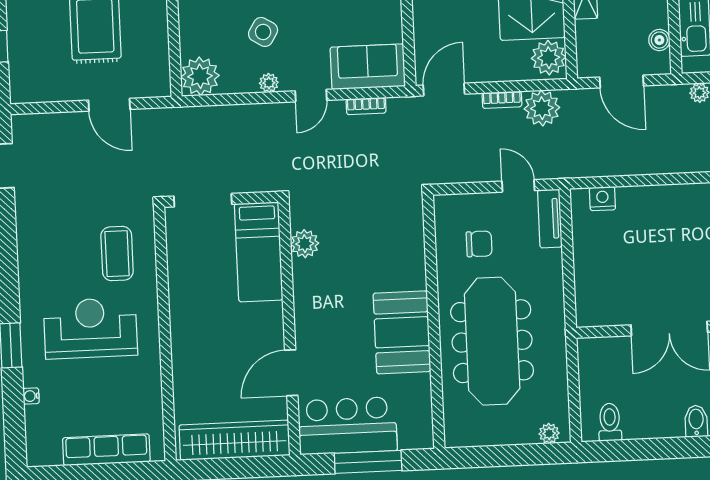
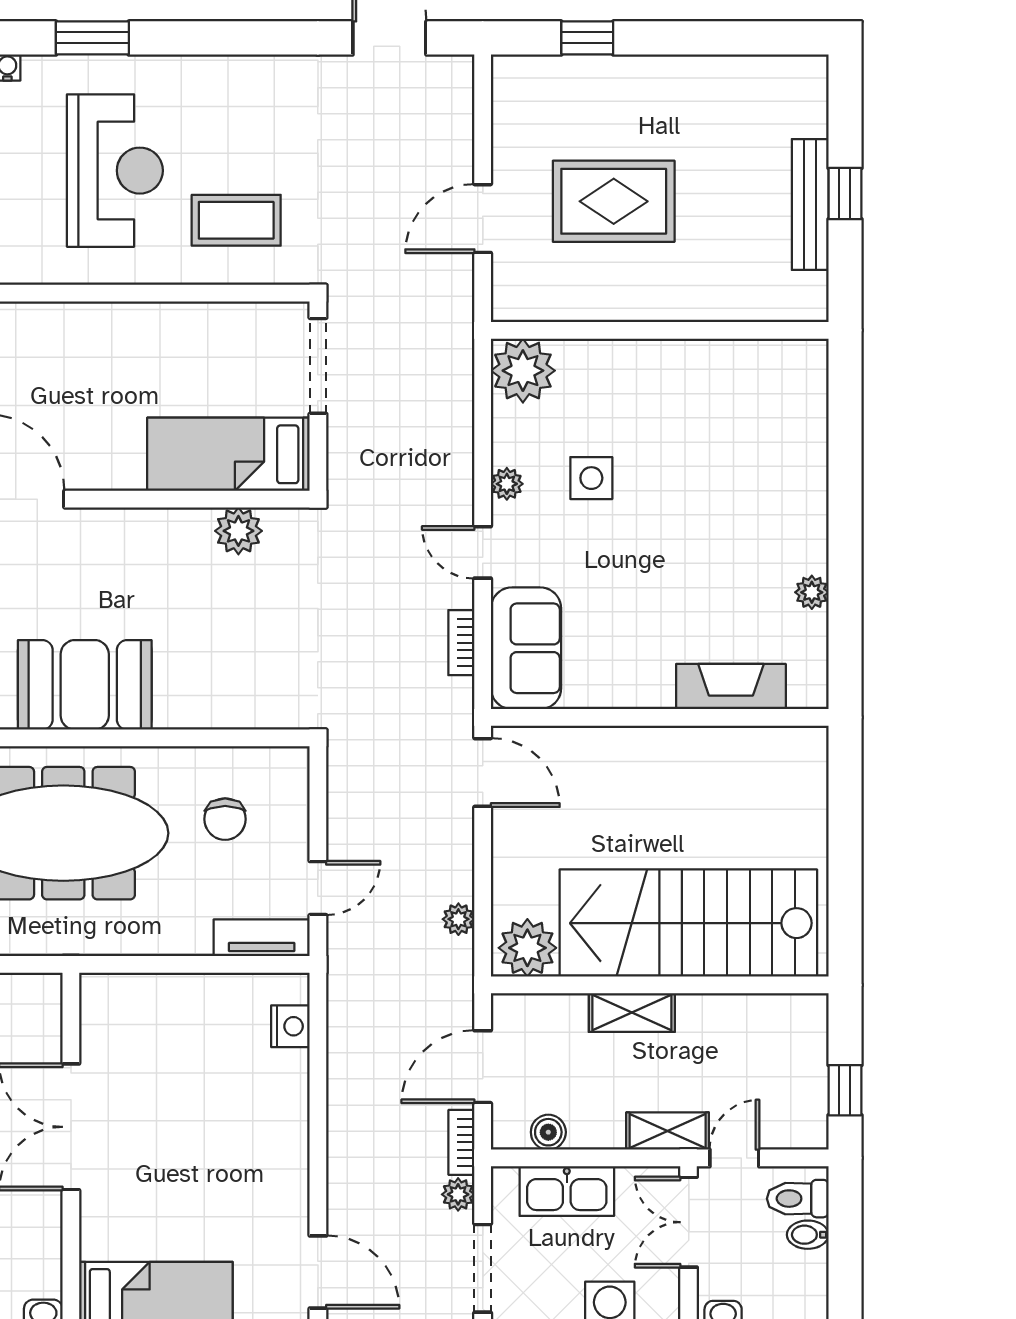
side table: (263, 32) -> (591, 478), turned -31
bookcase: (502, 100) -> (461, 1142), moved
plant: (542, 108) -> (458, 919), width x0.53, depth x0.53

